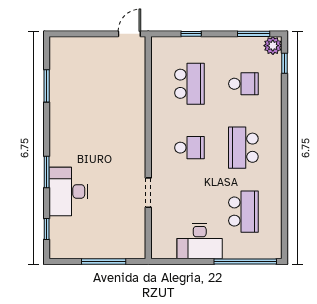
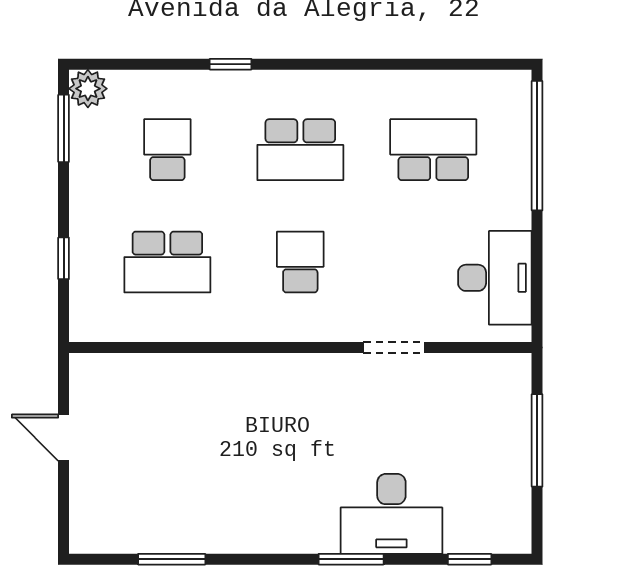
door: (129, 34) -> (64, 438), moved
window: (285, 63) -> (231, 64), moved
school desk: (189, 84) -> (167, 262), turned 180
desk: (200, 241) -> (495, 278), moved

